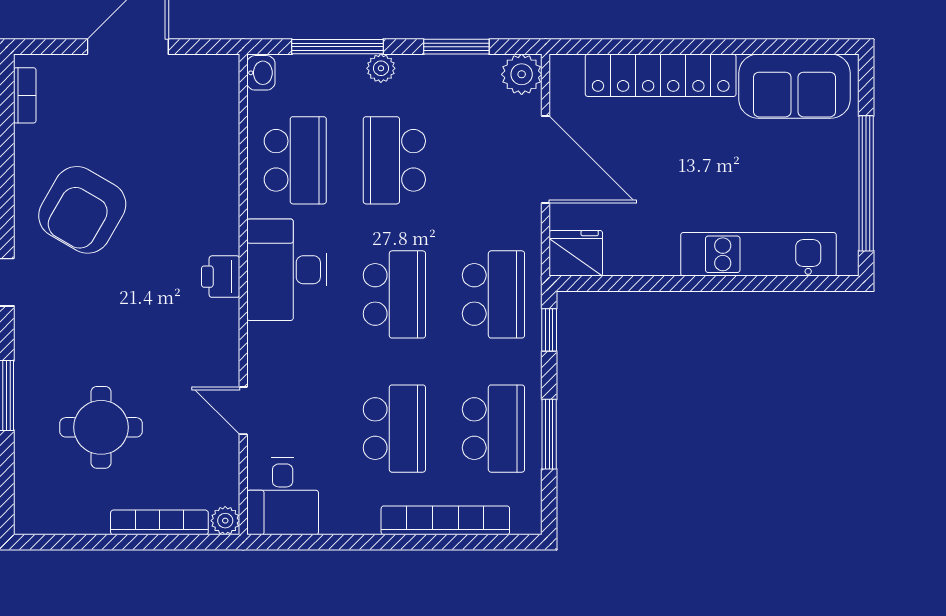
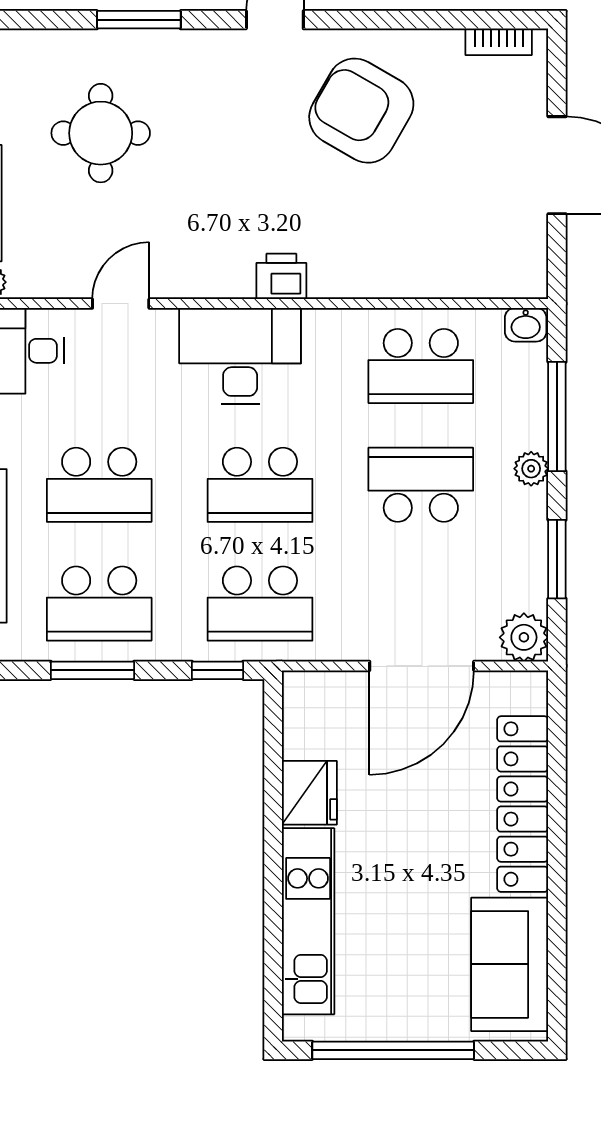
fridge: (576, 253) -> (309, 793), moved
desk: (287, 270) -> (240, 356), moved

